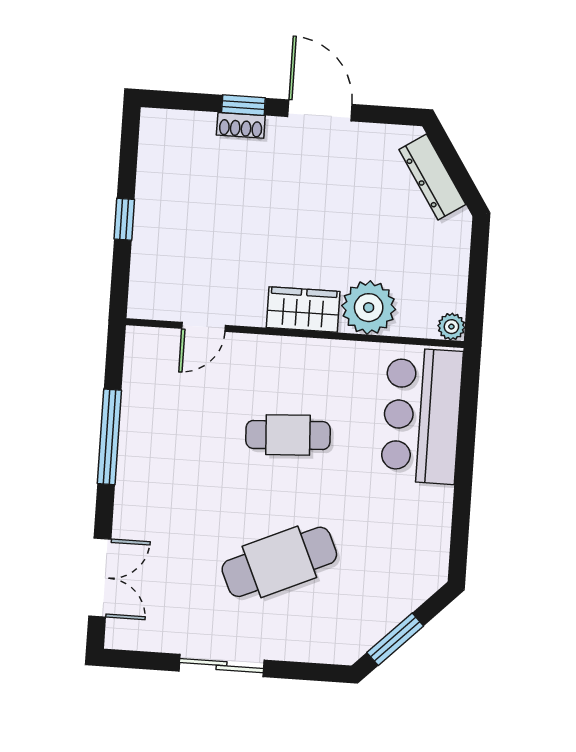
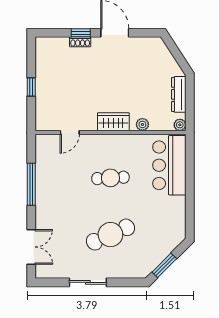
dresser: (432, 177) -> (179, 94), moved, turned 33
plant: (369, 308) -> (142, 124), width x0.53, depth x0.53

